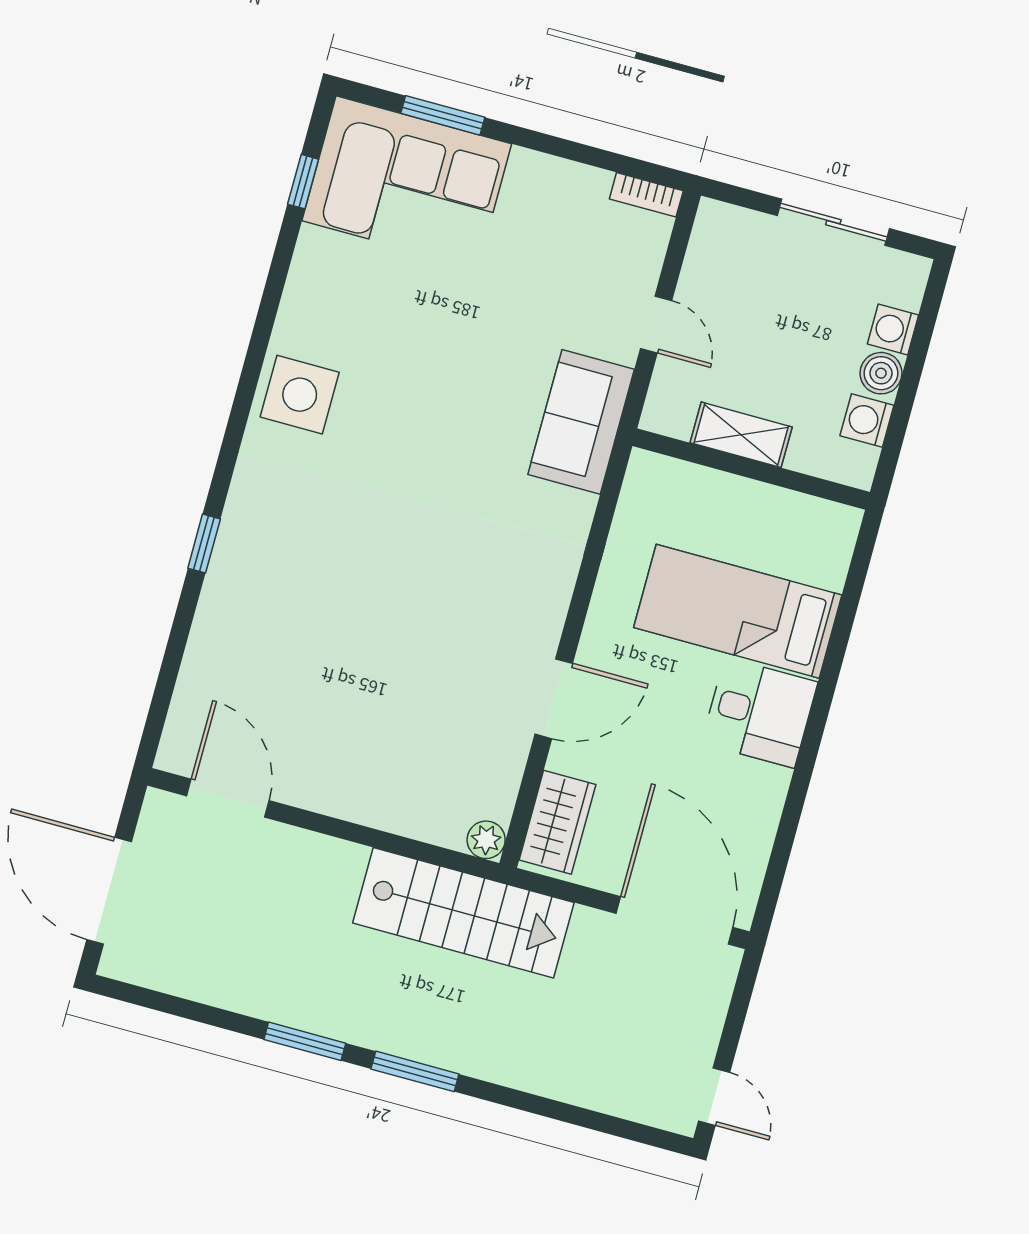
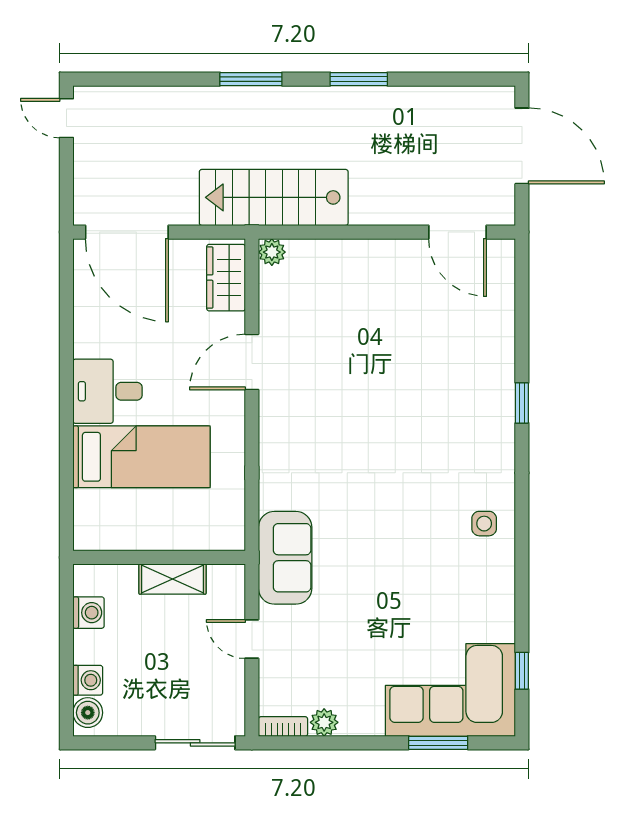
plant: (589, 185) -> (324, 722), added
sliding door: (833, 222) -> (195, 743), moved
boiler: (881, 373) -> (88, 713), moved
side table: (300, 395) -> (484, 524), width x0.54, depth x0.54
window: (415, 1071) -> (251, 79), moved

